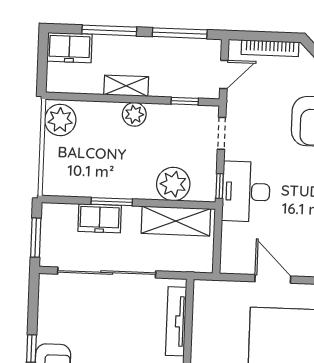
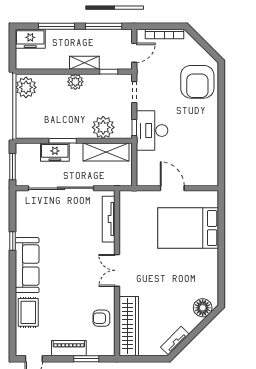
shelving: (126, 86) -> (84, 63), moved

